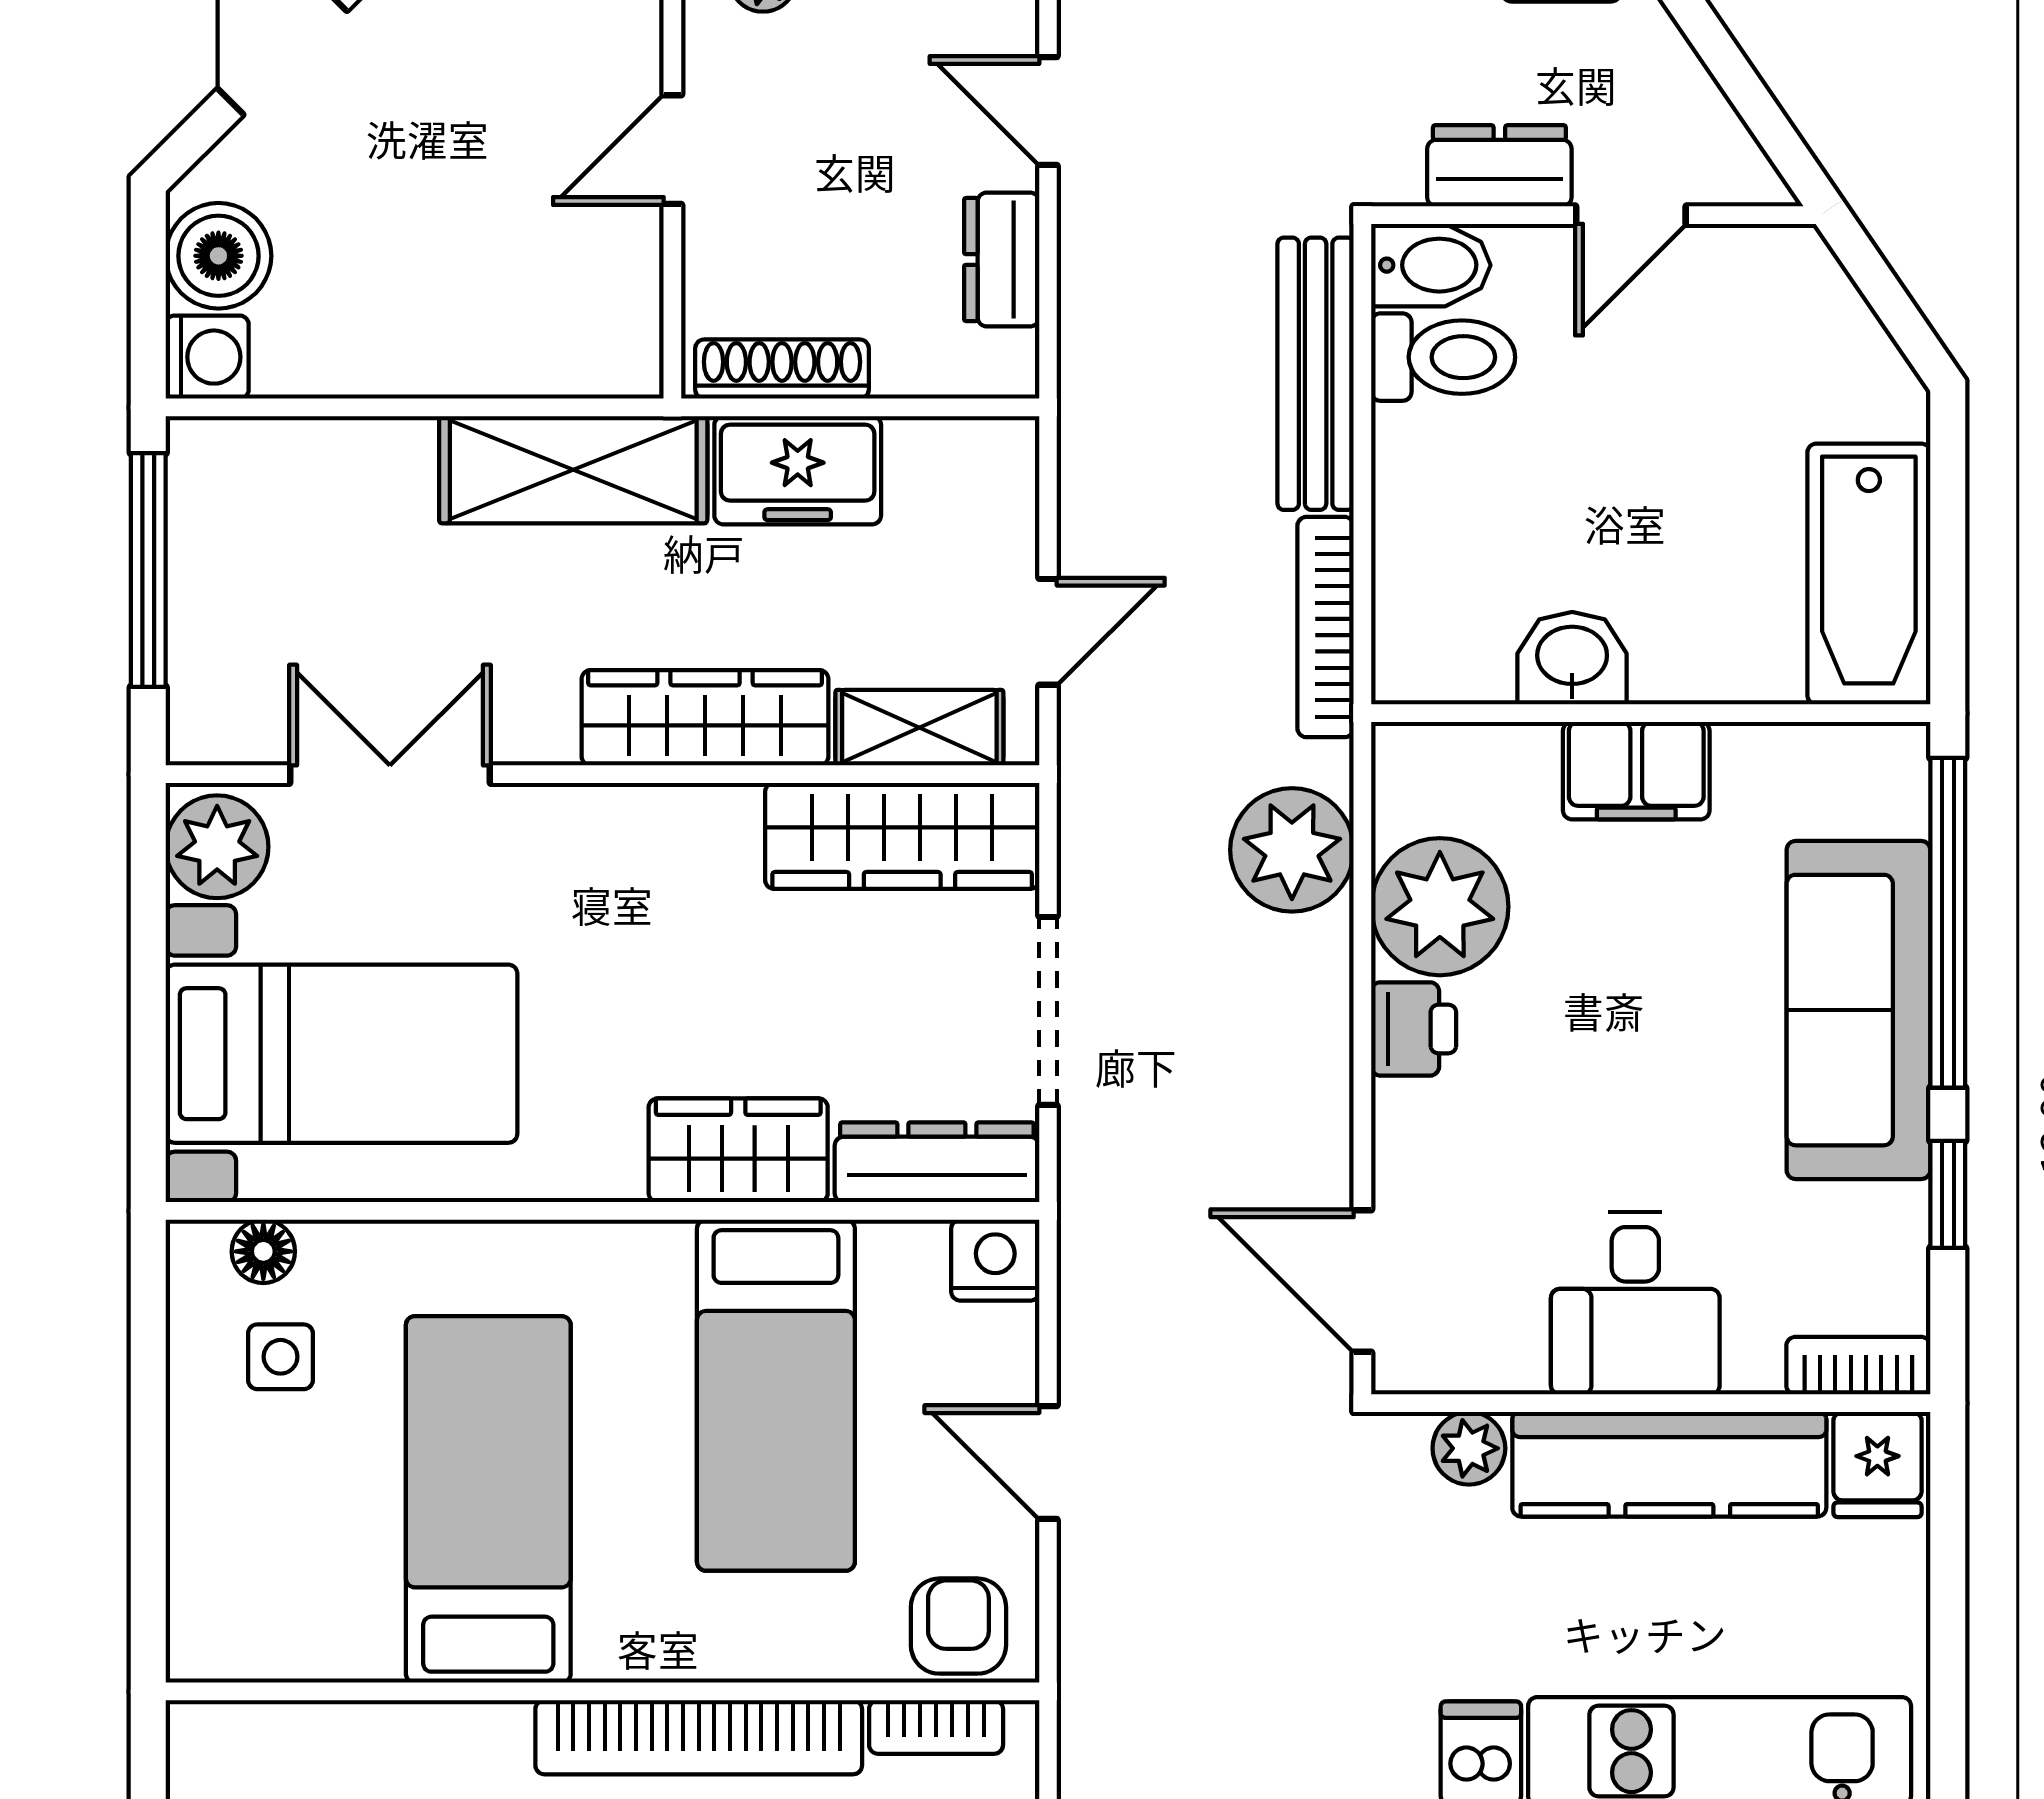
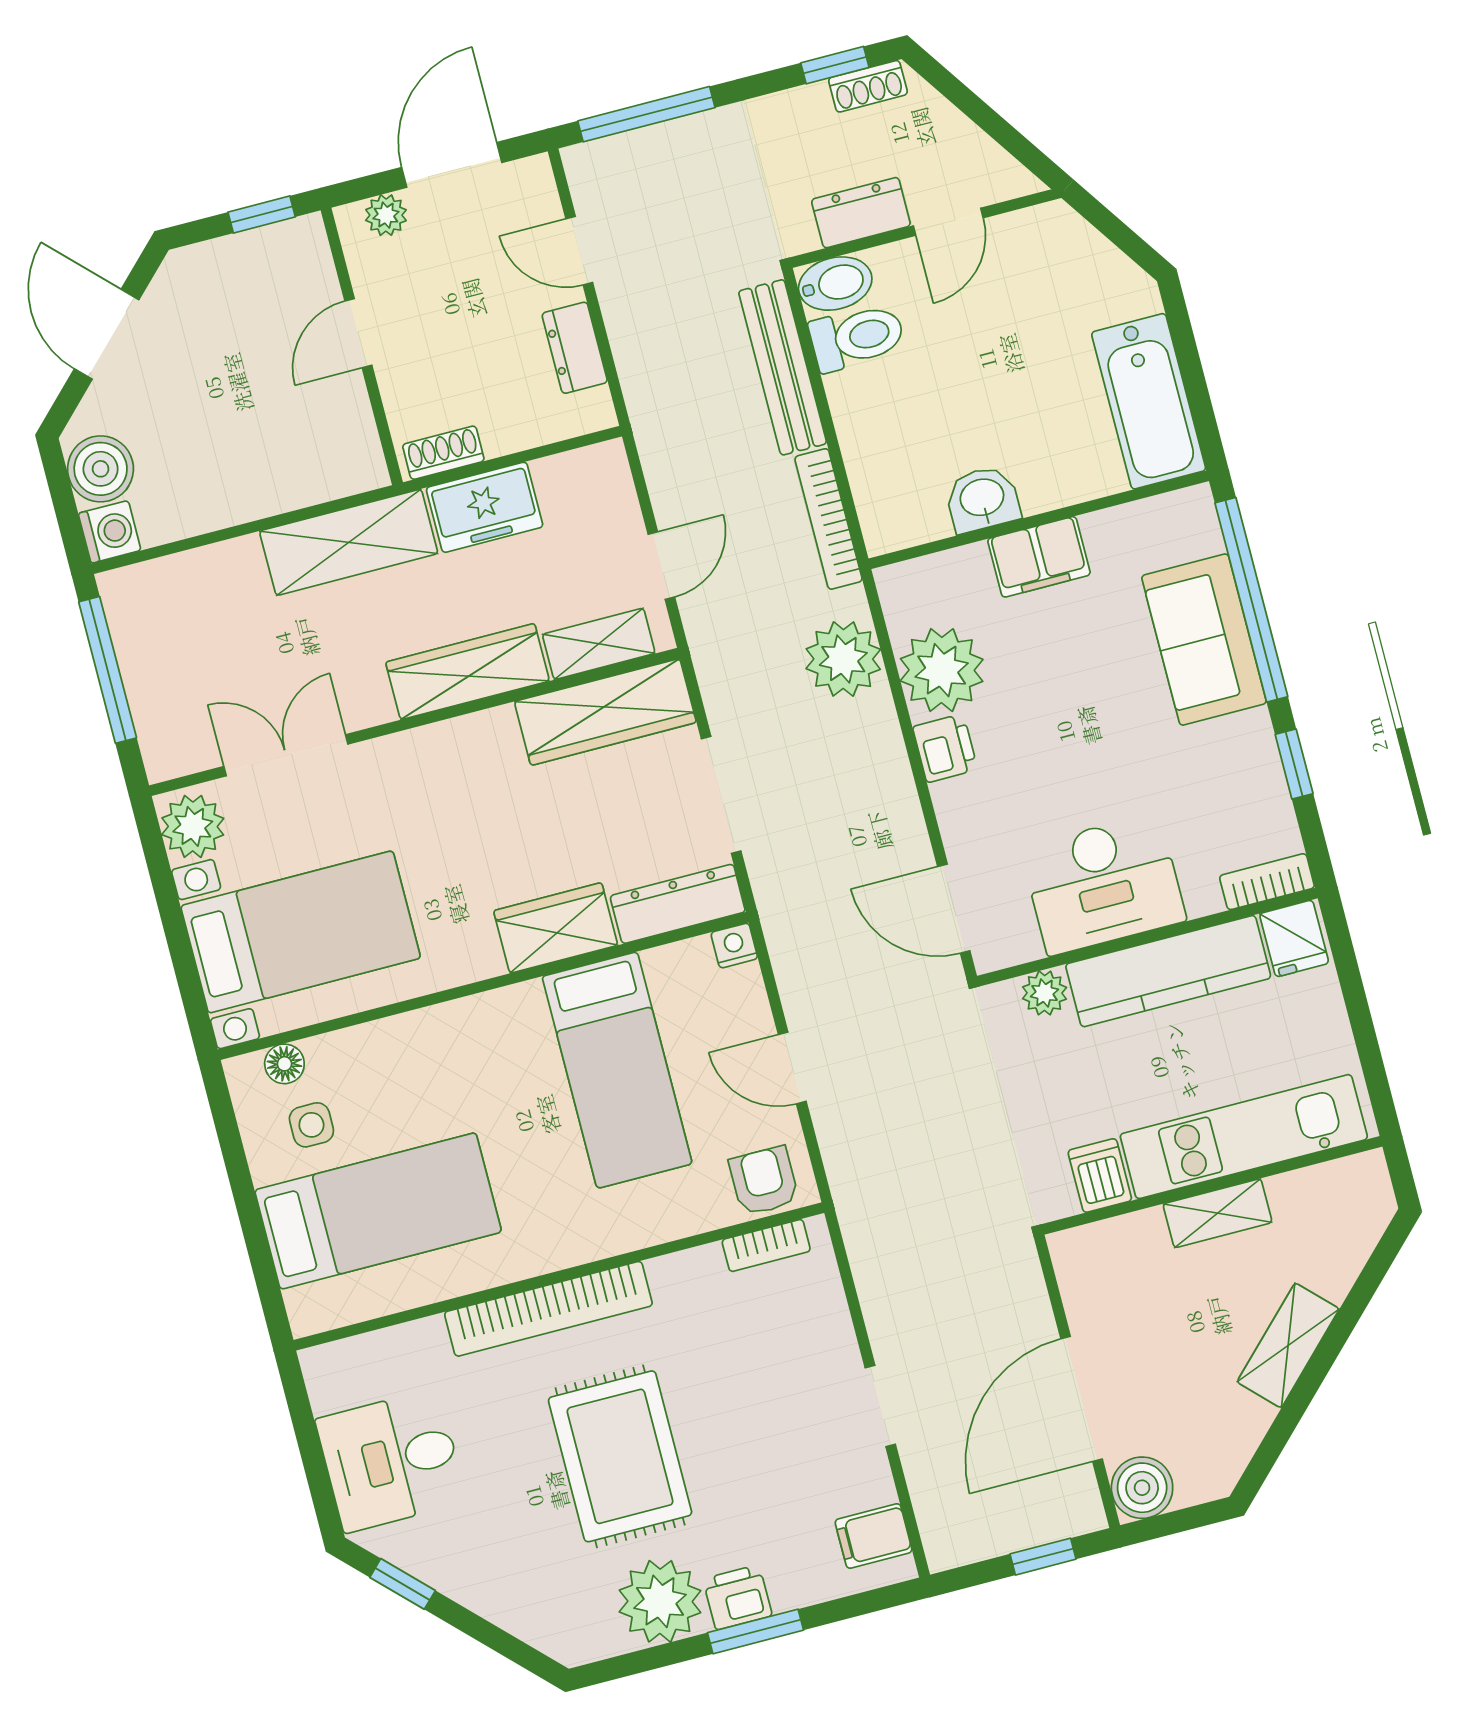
shoe rack: (782, 369) -> (443, 453), width x0.70
sofa: (1858, 1010) -> (1204, 640), width x0.73
nightstand: (995, 1260) -> (734, 946), width x0.72, depth x0.74
desk: (1635, 1303) -> (1103, 884), width x1.37
bed: (488, 1499) -> (378, 1211), moved, turned 90
bookcase: (699, 1737) -> (548, 1309), moved

